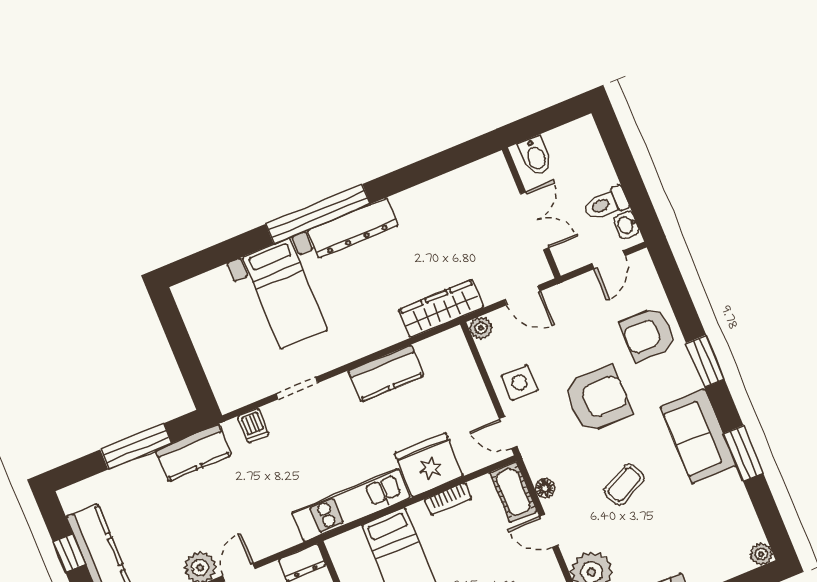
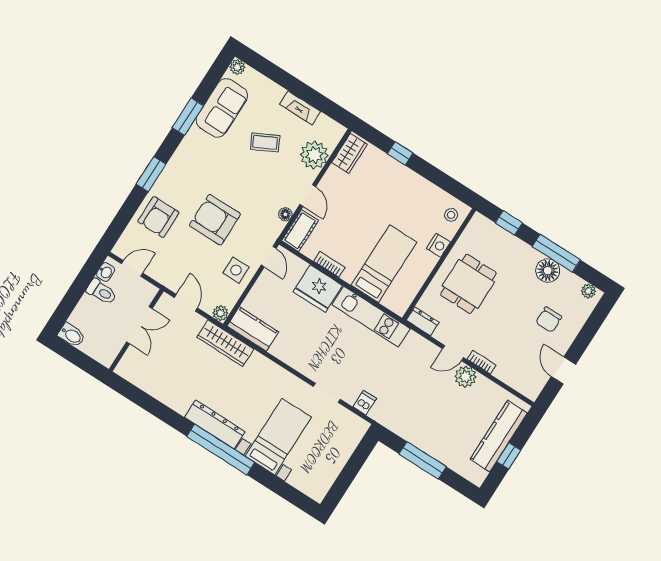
bidet: (535, 156) -> (72, 335), moved, turned 90
double door: (534, 221) -> (139, 325), swing flipped
armchair: (648, 334) -> (158, 217), turned 90
kitchen counter: (386, 373) -> (253, 329), moved
sofa: (698, 436) -> (222, 108), moved
kitchen counter: (193, 453) -> (404, 425), removed
coffee table: (624, 485) -> (265, 142), moved

